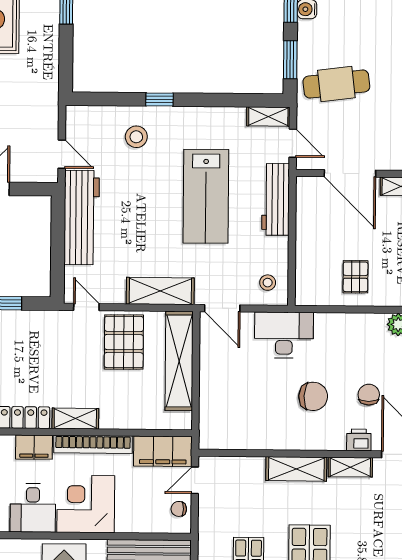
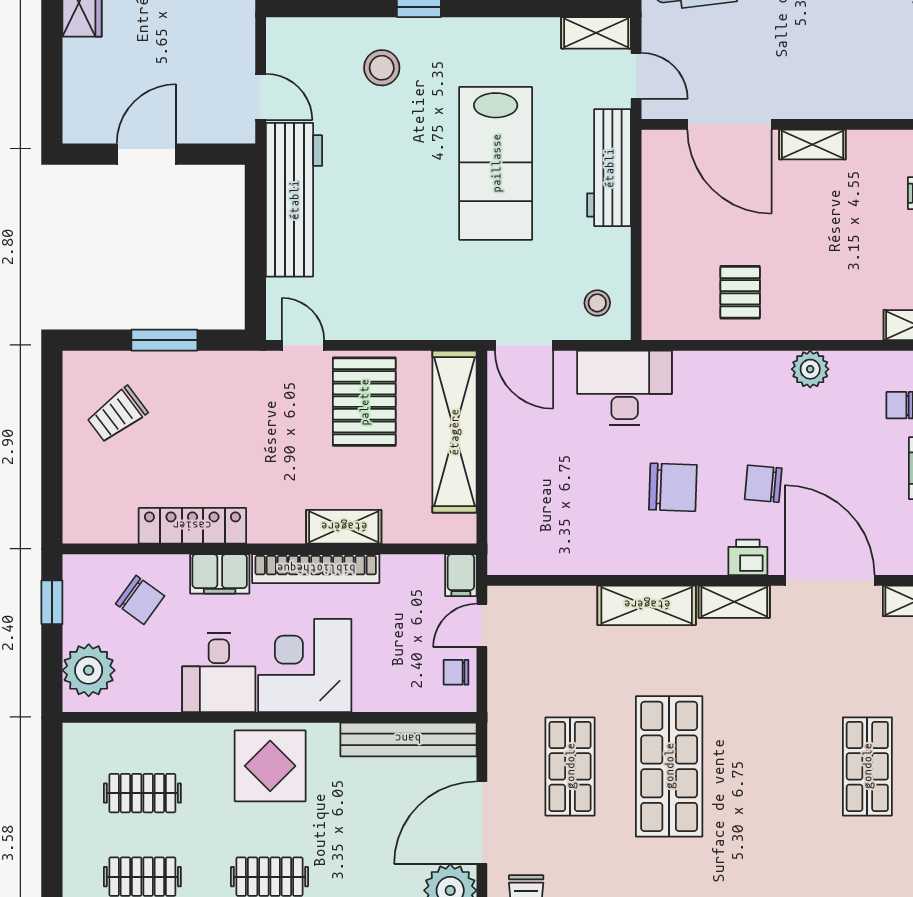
shelving: (160, 291) -> (423, 318), removed
chair: (369, 395) -> (763, 484), turned -85
shelving: (75, 419) -> (344, 527), moved
filing cabinet: (163, 451) -> (461, 575), width x0.33, depth x0.86

